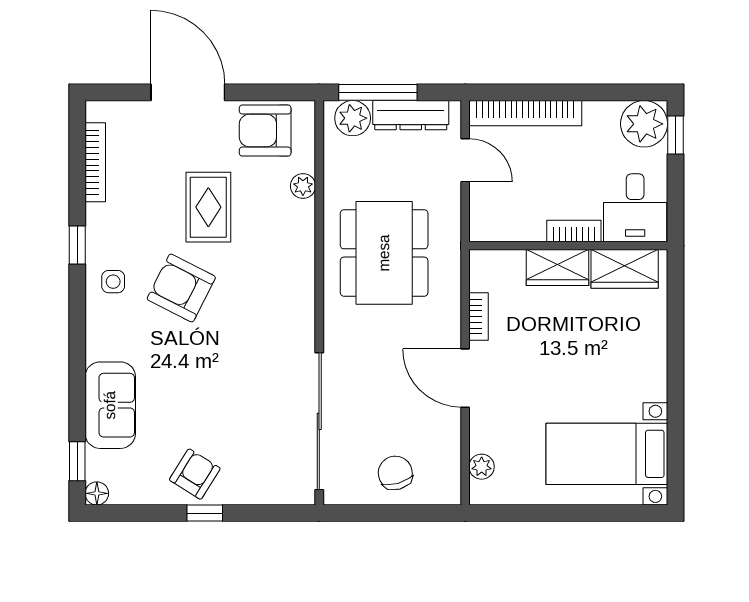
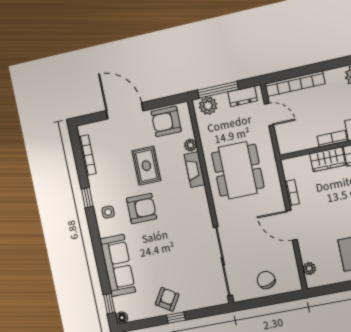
dresser: (411, 115) -> (243, 96), width x0.70
fireplace: (301, 234) -> (195, 169), added
armchair: (181, 288) -> (142, 208), turned 153
sofa: (110, 405) -> (118, 265), width x1.36

